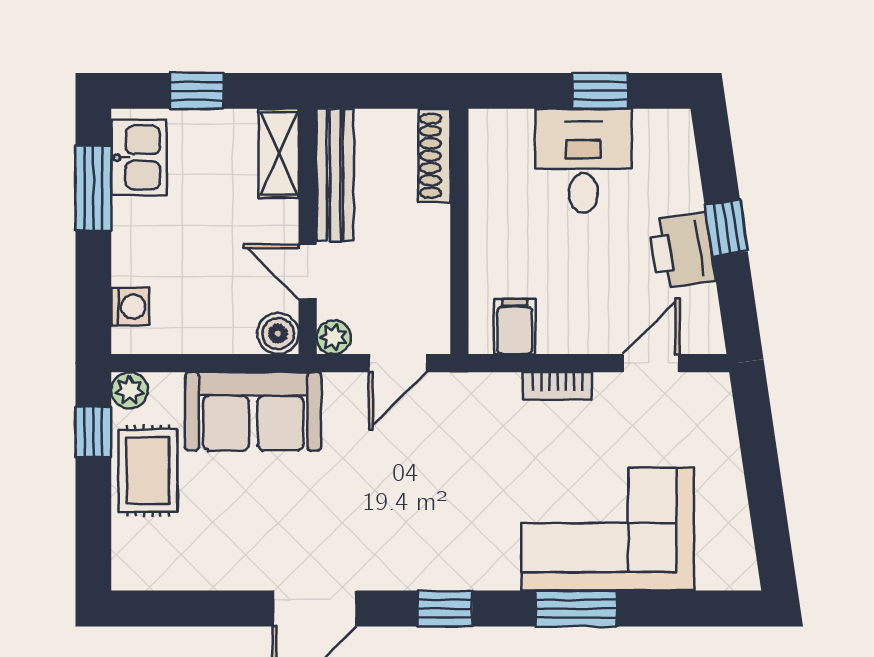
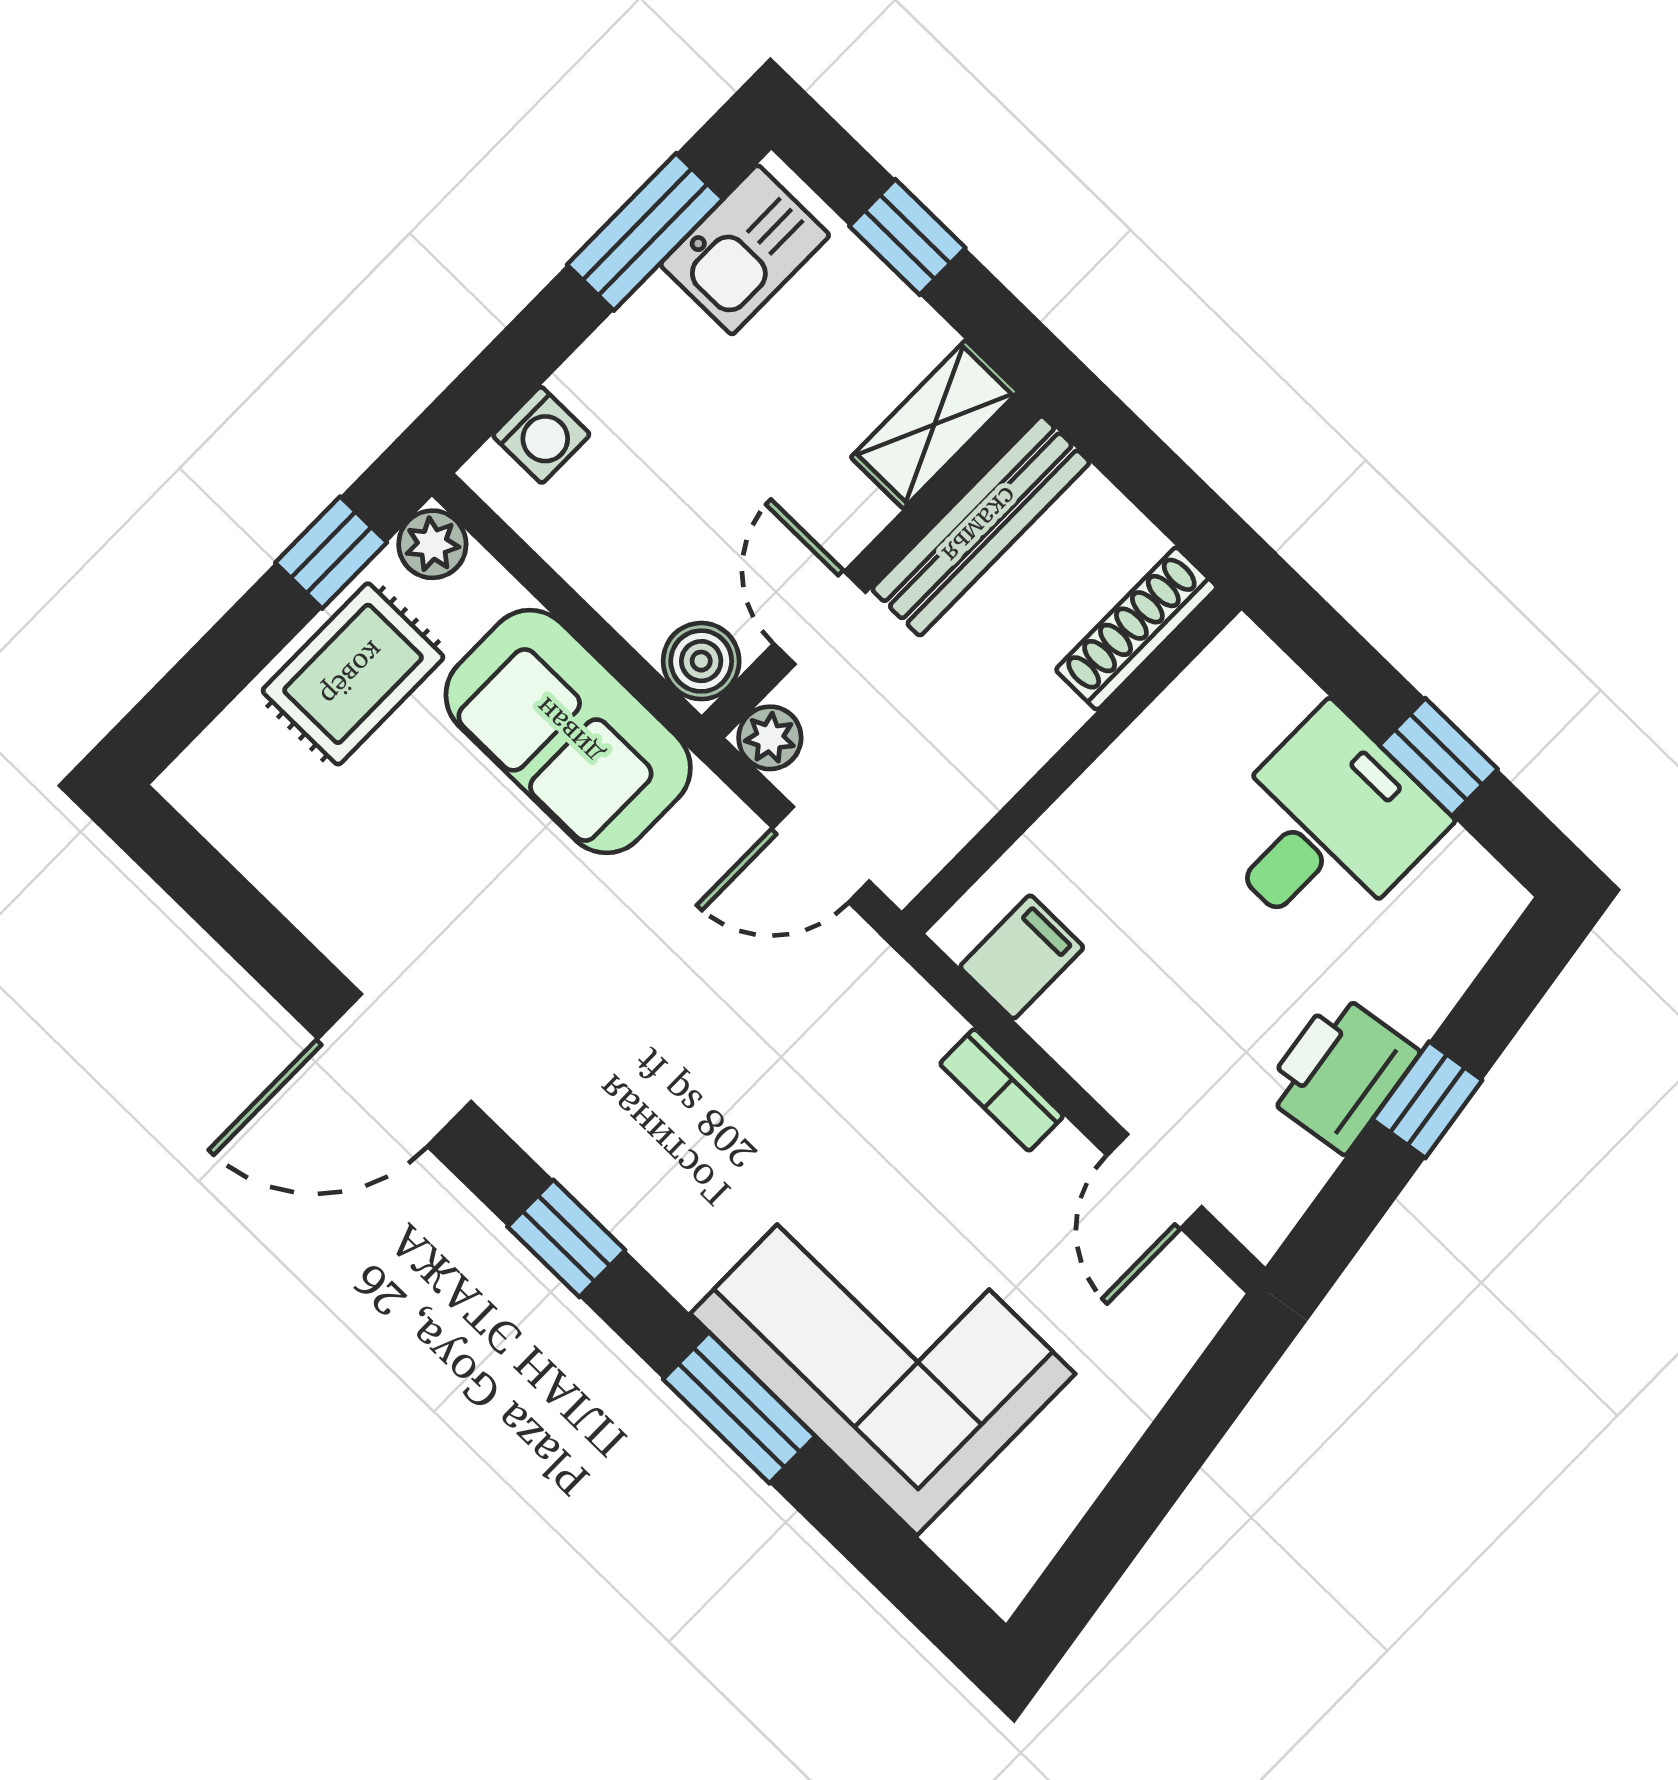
door: (651, 363) -> (1154, 1181), swing flipped

